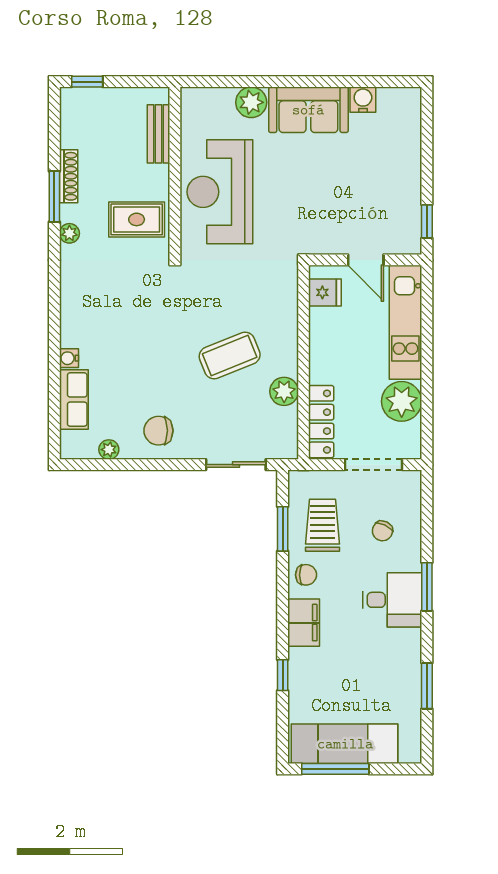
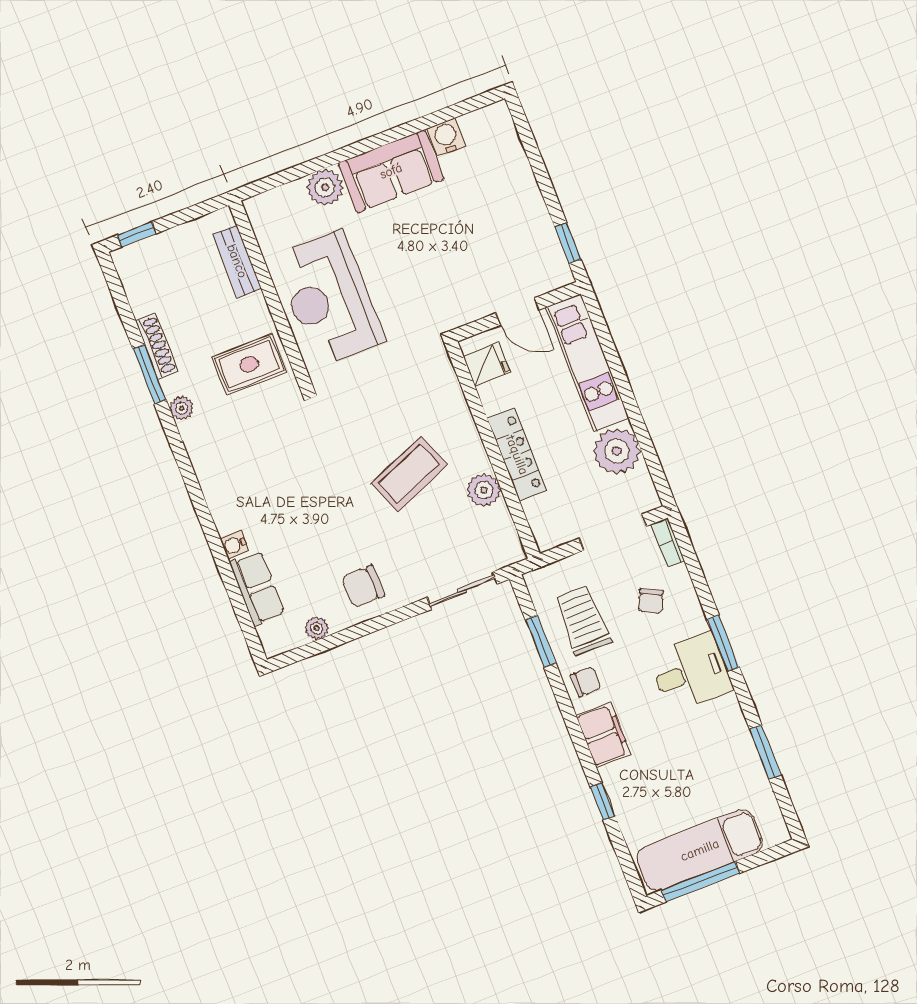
locker: (321, 422) -> (517, 455), moved
bookcase: (414, 490) -> (667, 542), added

